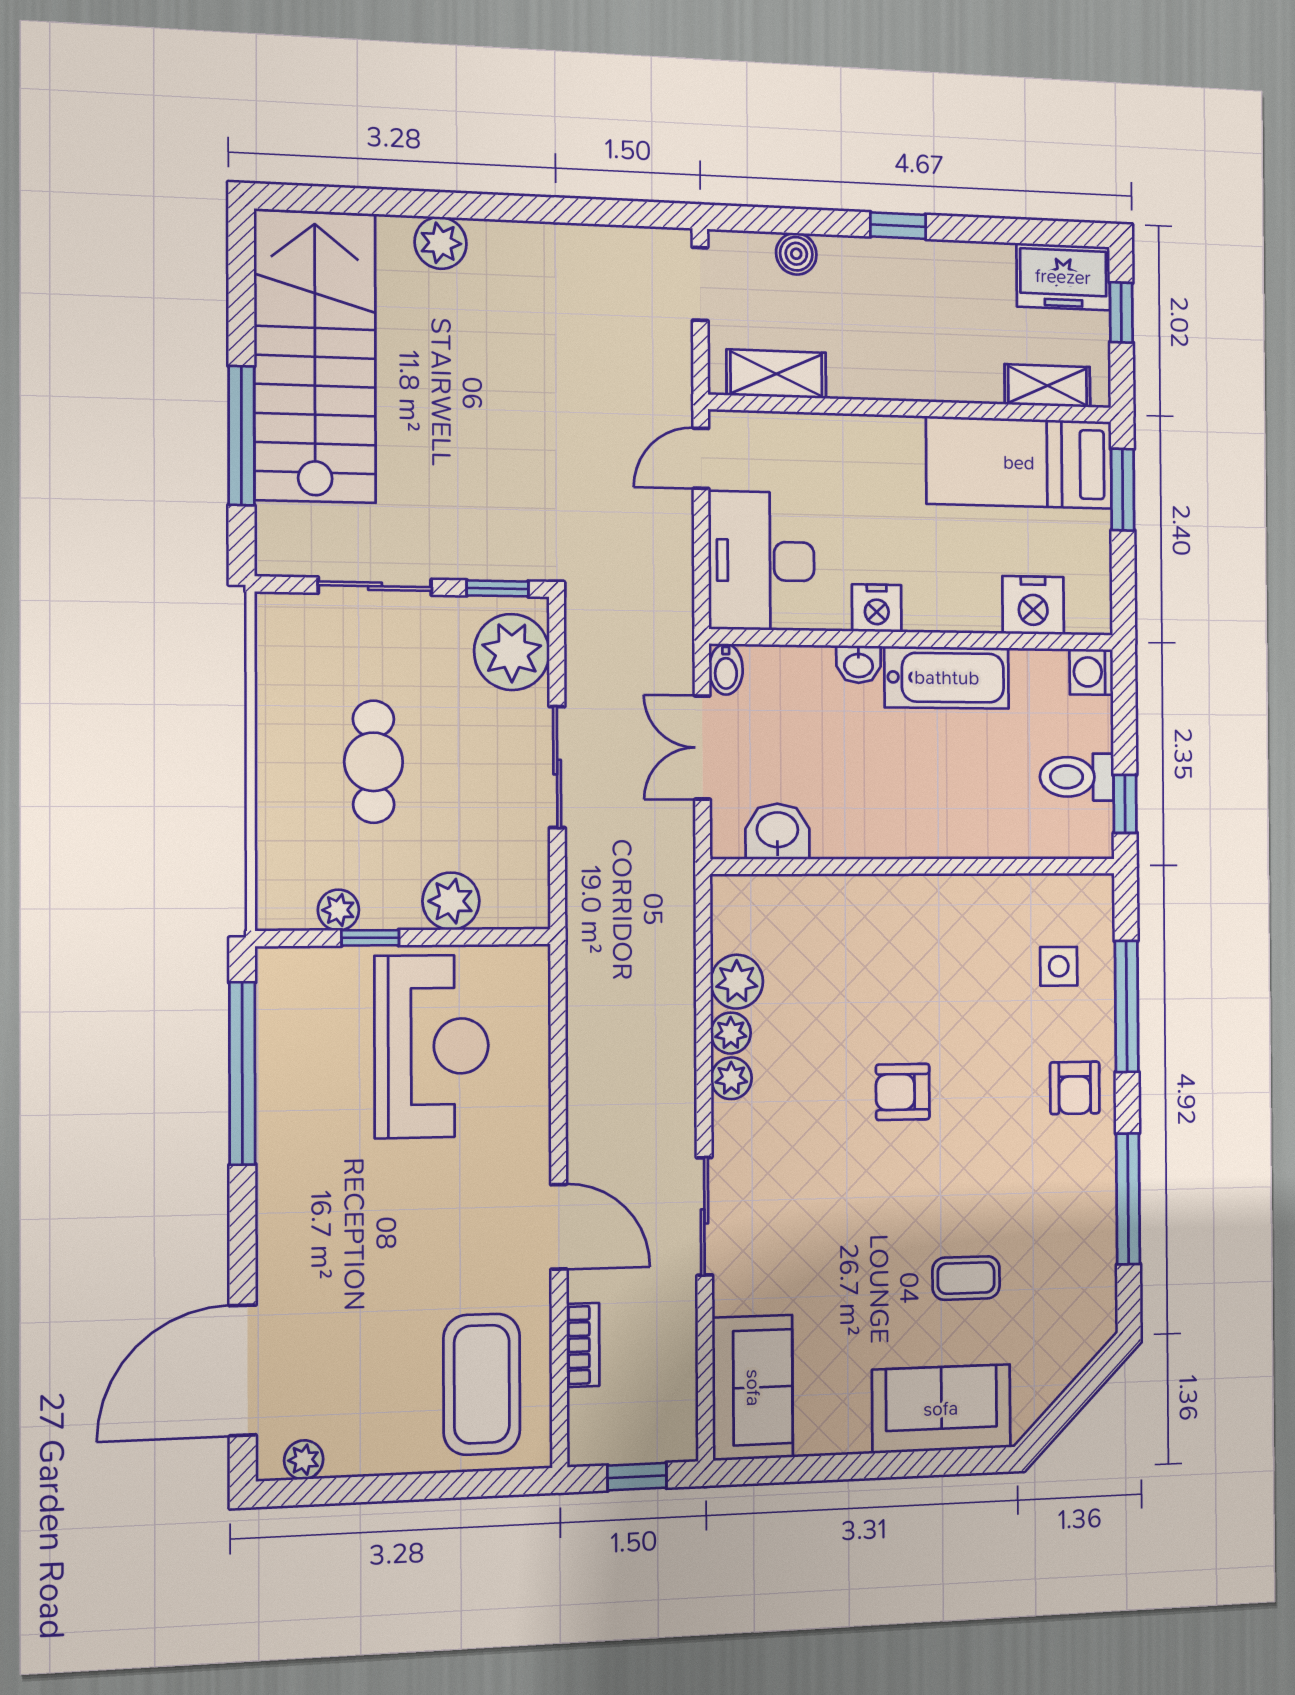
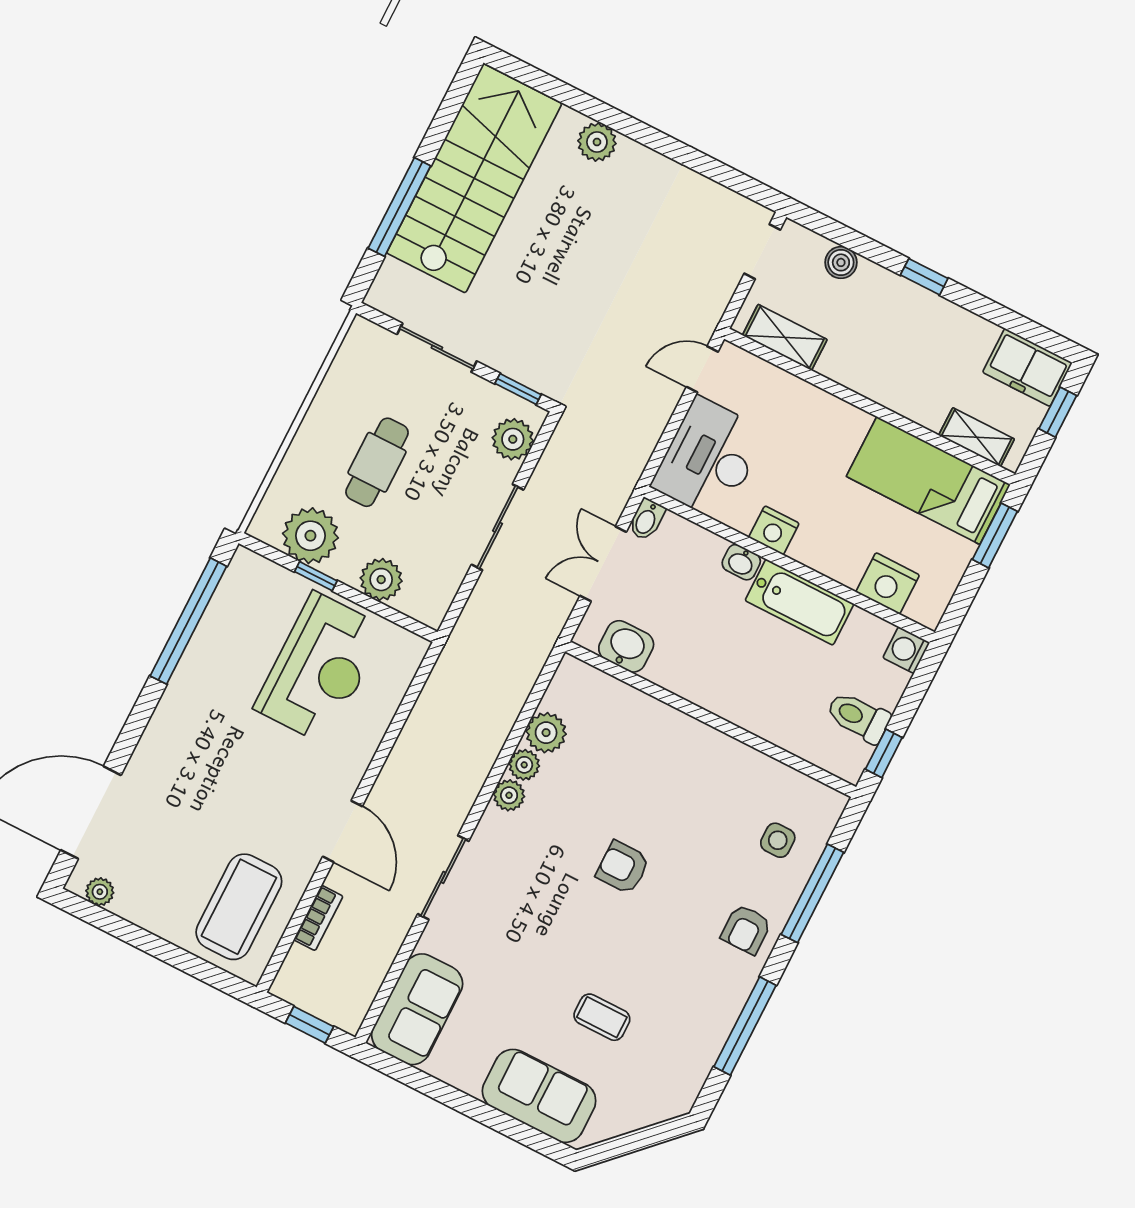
plant: (512, 652) -> (513, 439), width x0.73, depth x0.73
plant: (338, 910) -> (310, 536), width x1.87, depth x1.87

